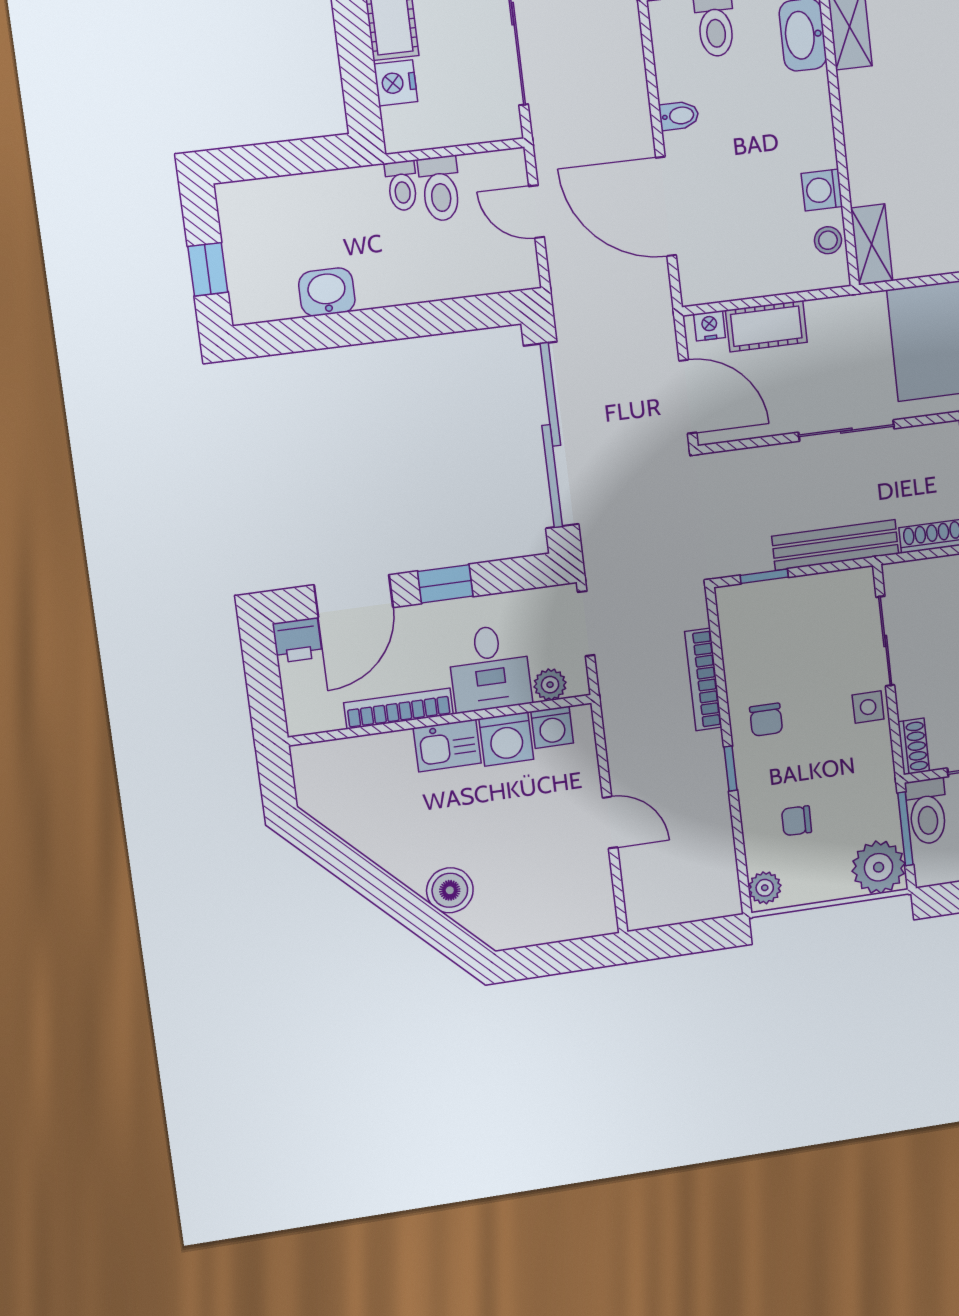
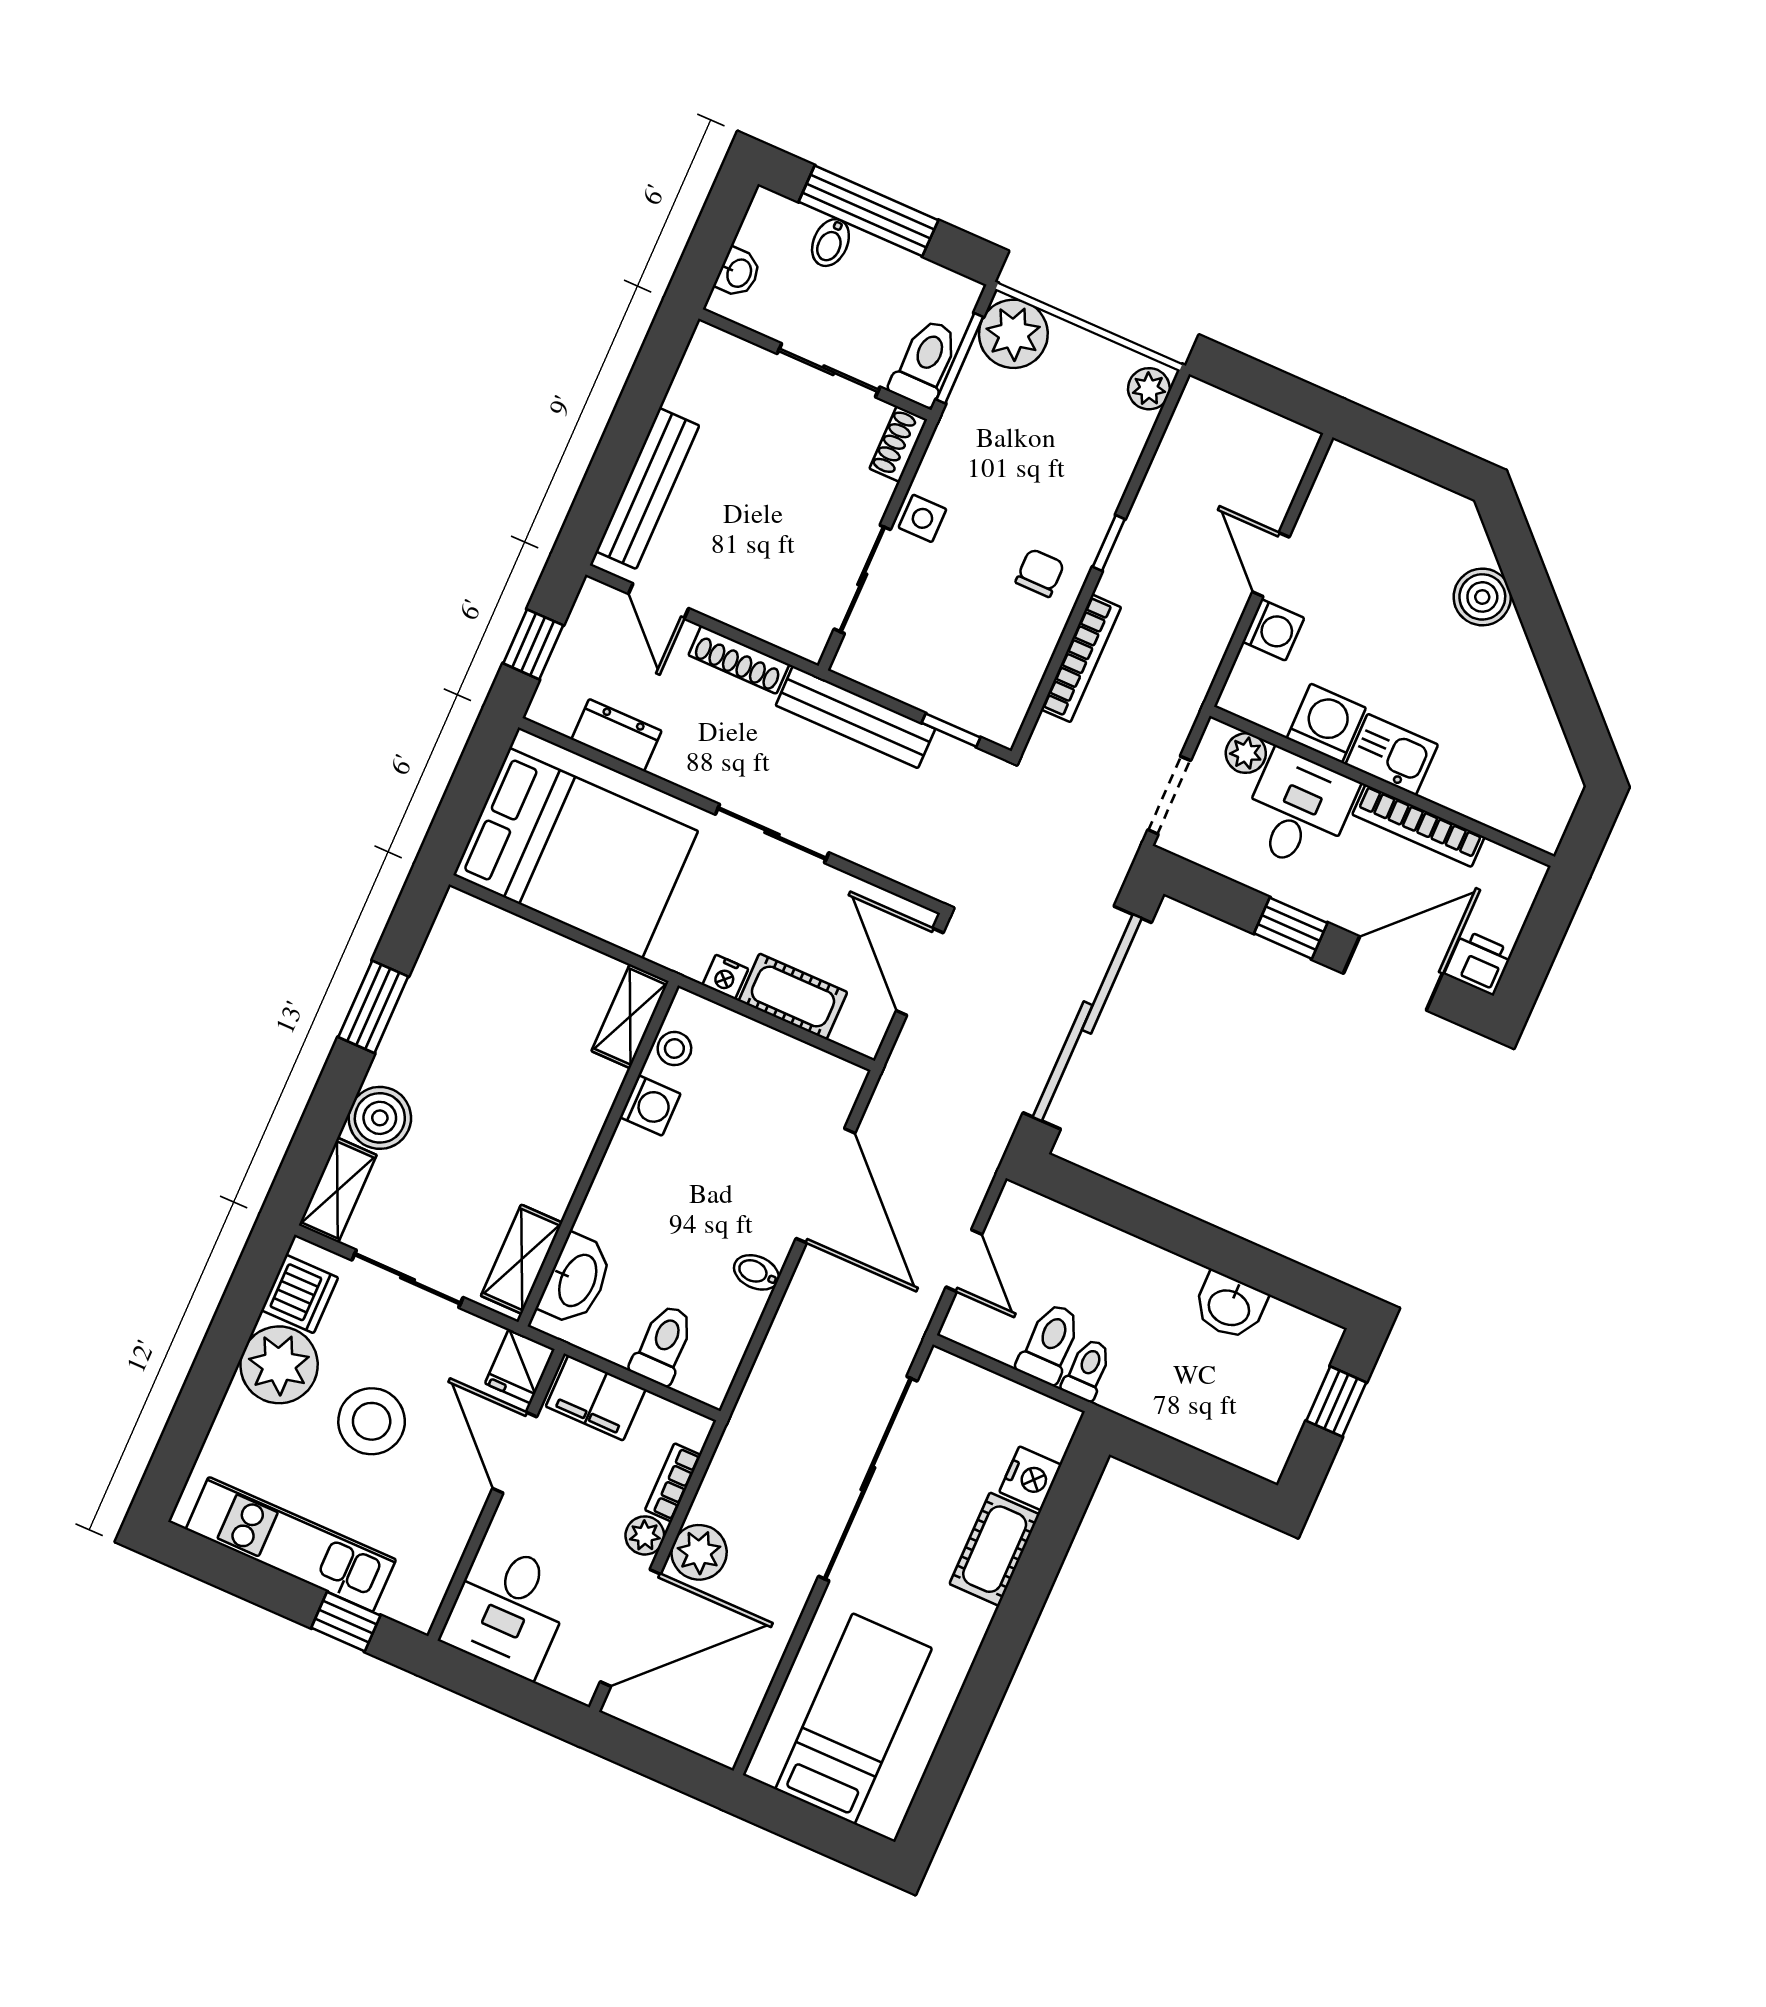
nightstand: (709, 326) -> (725, 977), moved
washing machine: (552, 727) -> (1273, 630), moved, turned 90
chair: (797, 821) -> (1072, 441), removed

